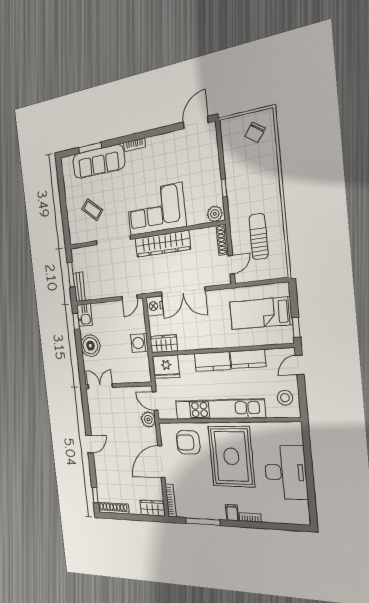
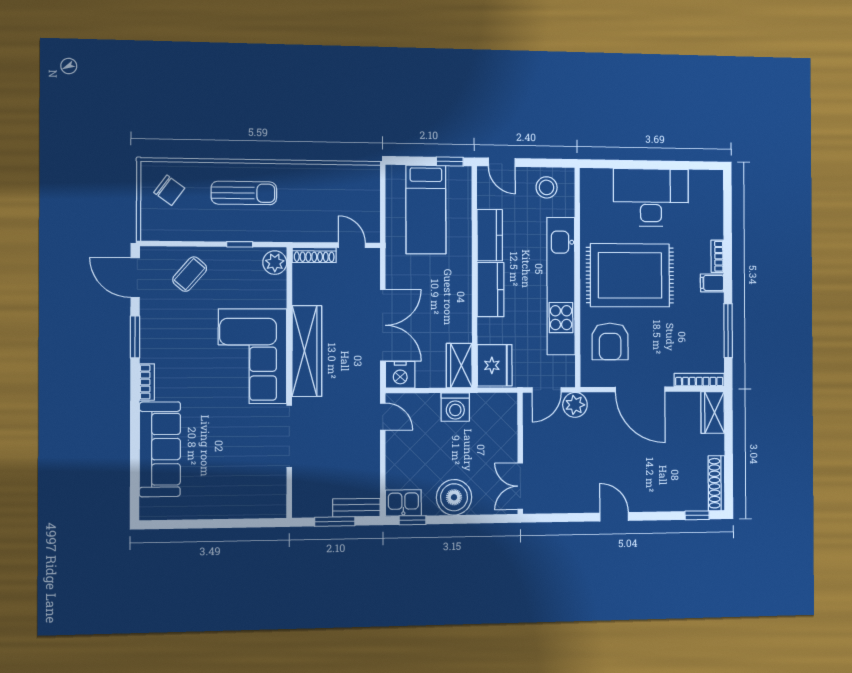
window: (90, 148) -> (135, 337), moved
coffee table: (92, 210) -> (190, 274), moved
sun lounger: (259, 237) -> (244, 193), moved, turned 180

